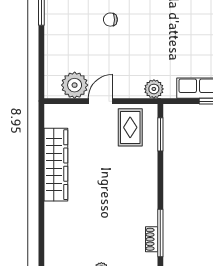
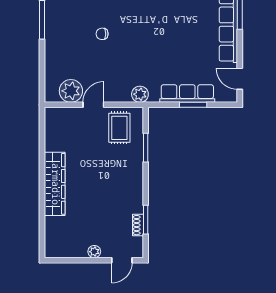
window: (160, 134) -> (146, 148), moved
wardrobe: (56, 165) -> (55, 184), moved
window: (160, 233) -> (146, 220), width x0.69

